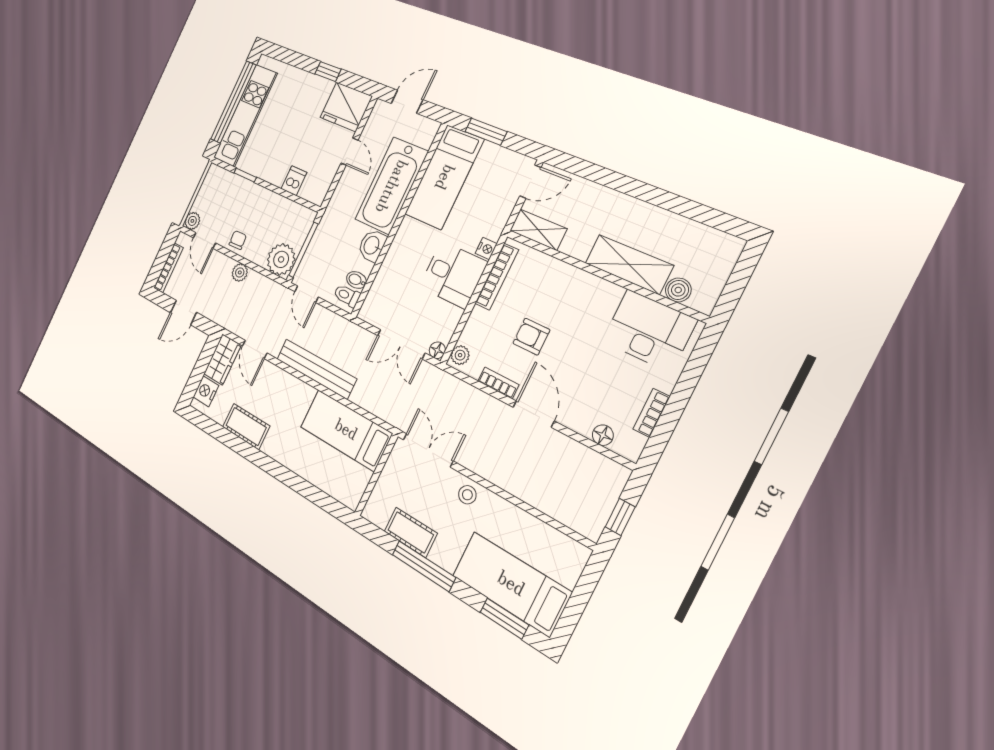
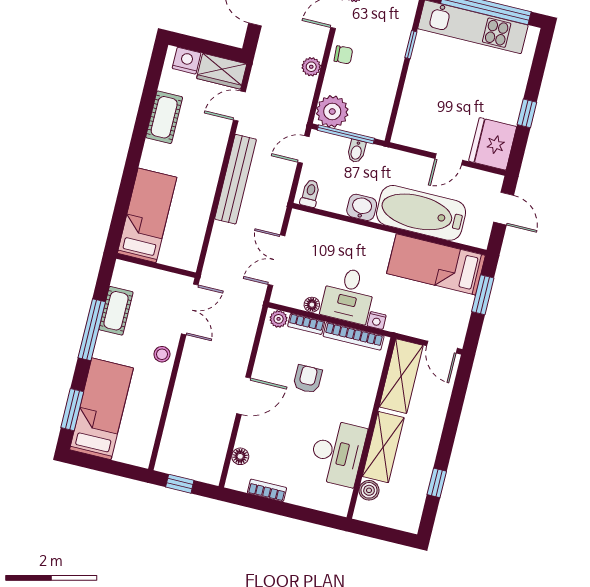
dishwasher: (294, 181) -> (412, 104), removed
window: (687, 208) -> (437, 483), added
shelving: (538, 230) -> (401, 376), width x1.50, depth x1.33
bidet: (356, 280) -> (356, 151), moved, turned 180
desk: (649, 330) -> (337, 453), moved
floor lamp: (437, 350) -> (312, 305), moved
bookcase: (498, 383) -> (306, 324), moved, turned 90
bed: (346, 430) -> (147, 215), moved

